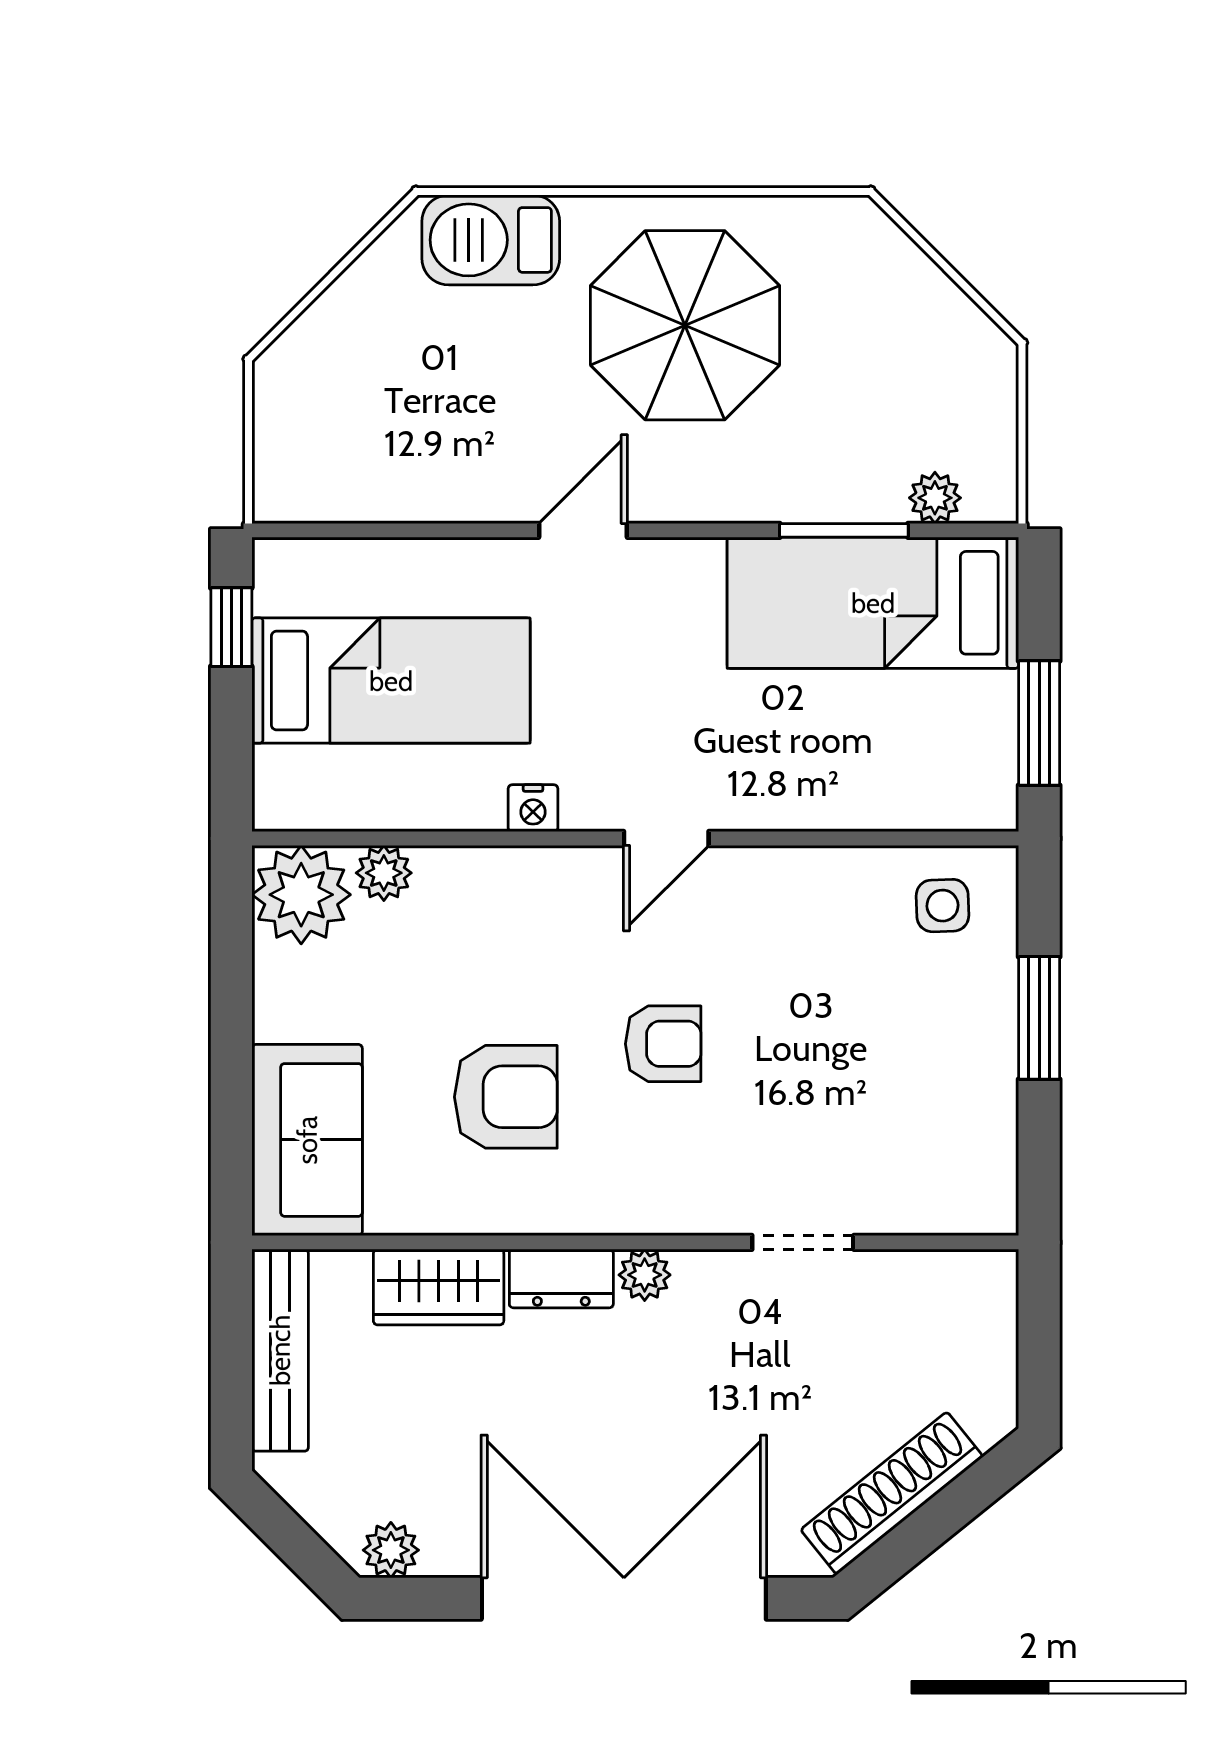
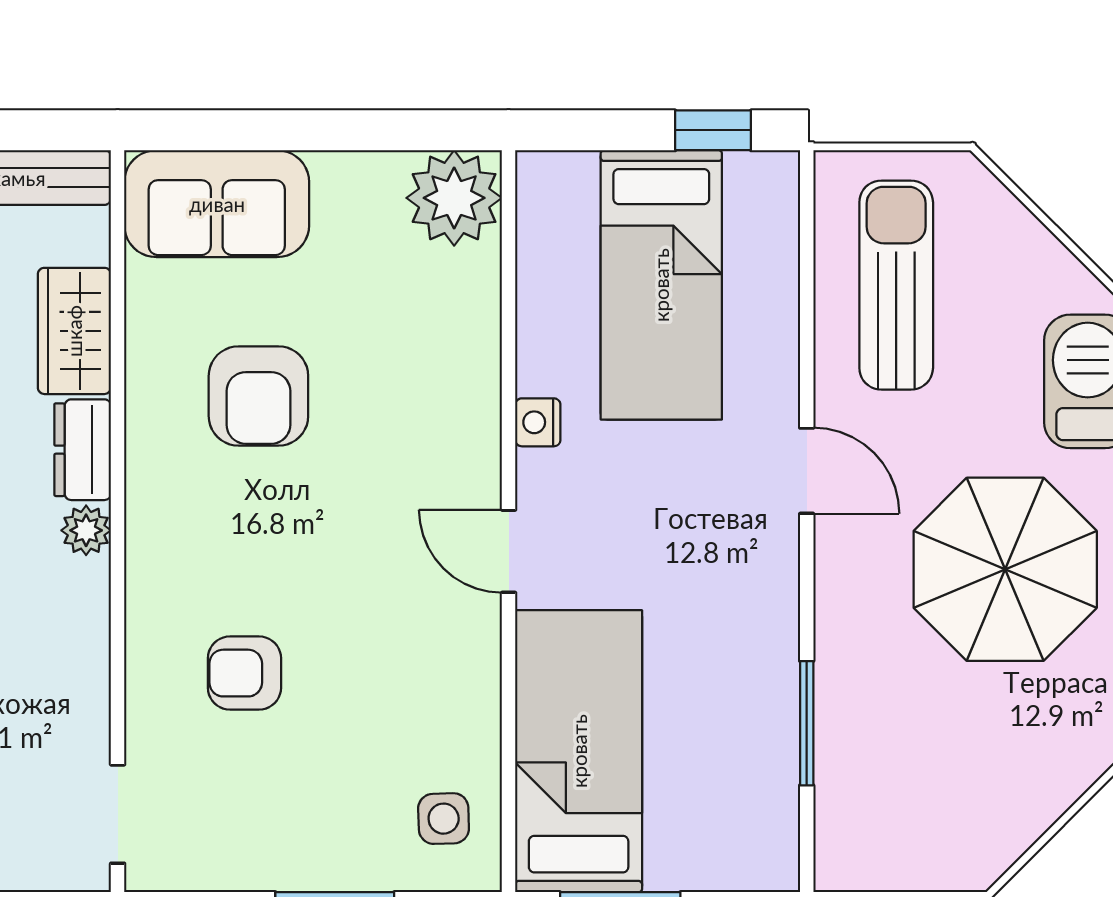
sun lounger: (391, 438) -> (896, 285), added
plant: (935, 498) -> (838, 811), removed
bed: (873, 603) -> (579, 751), moved
plant: (384, 873) -> (475, 278), removed
armchair: (663, 1044) -> (244, 673), moved, turned 90
doorway: (803, 1242) -> (118, 814), moved

